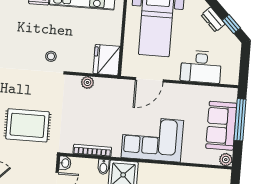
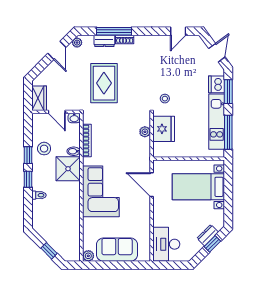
window: (231, 24) -> (212, 244), moved
fridge: (107, 60) -> (164, 129), moved, turned 90
desk: (201, 67) -> (166, 244), moved
window: (240, 120) -> (123, 265), removed

